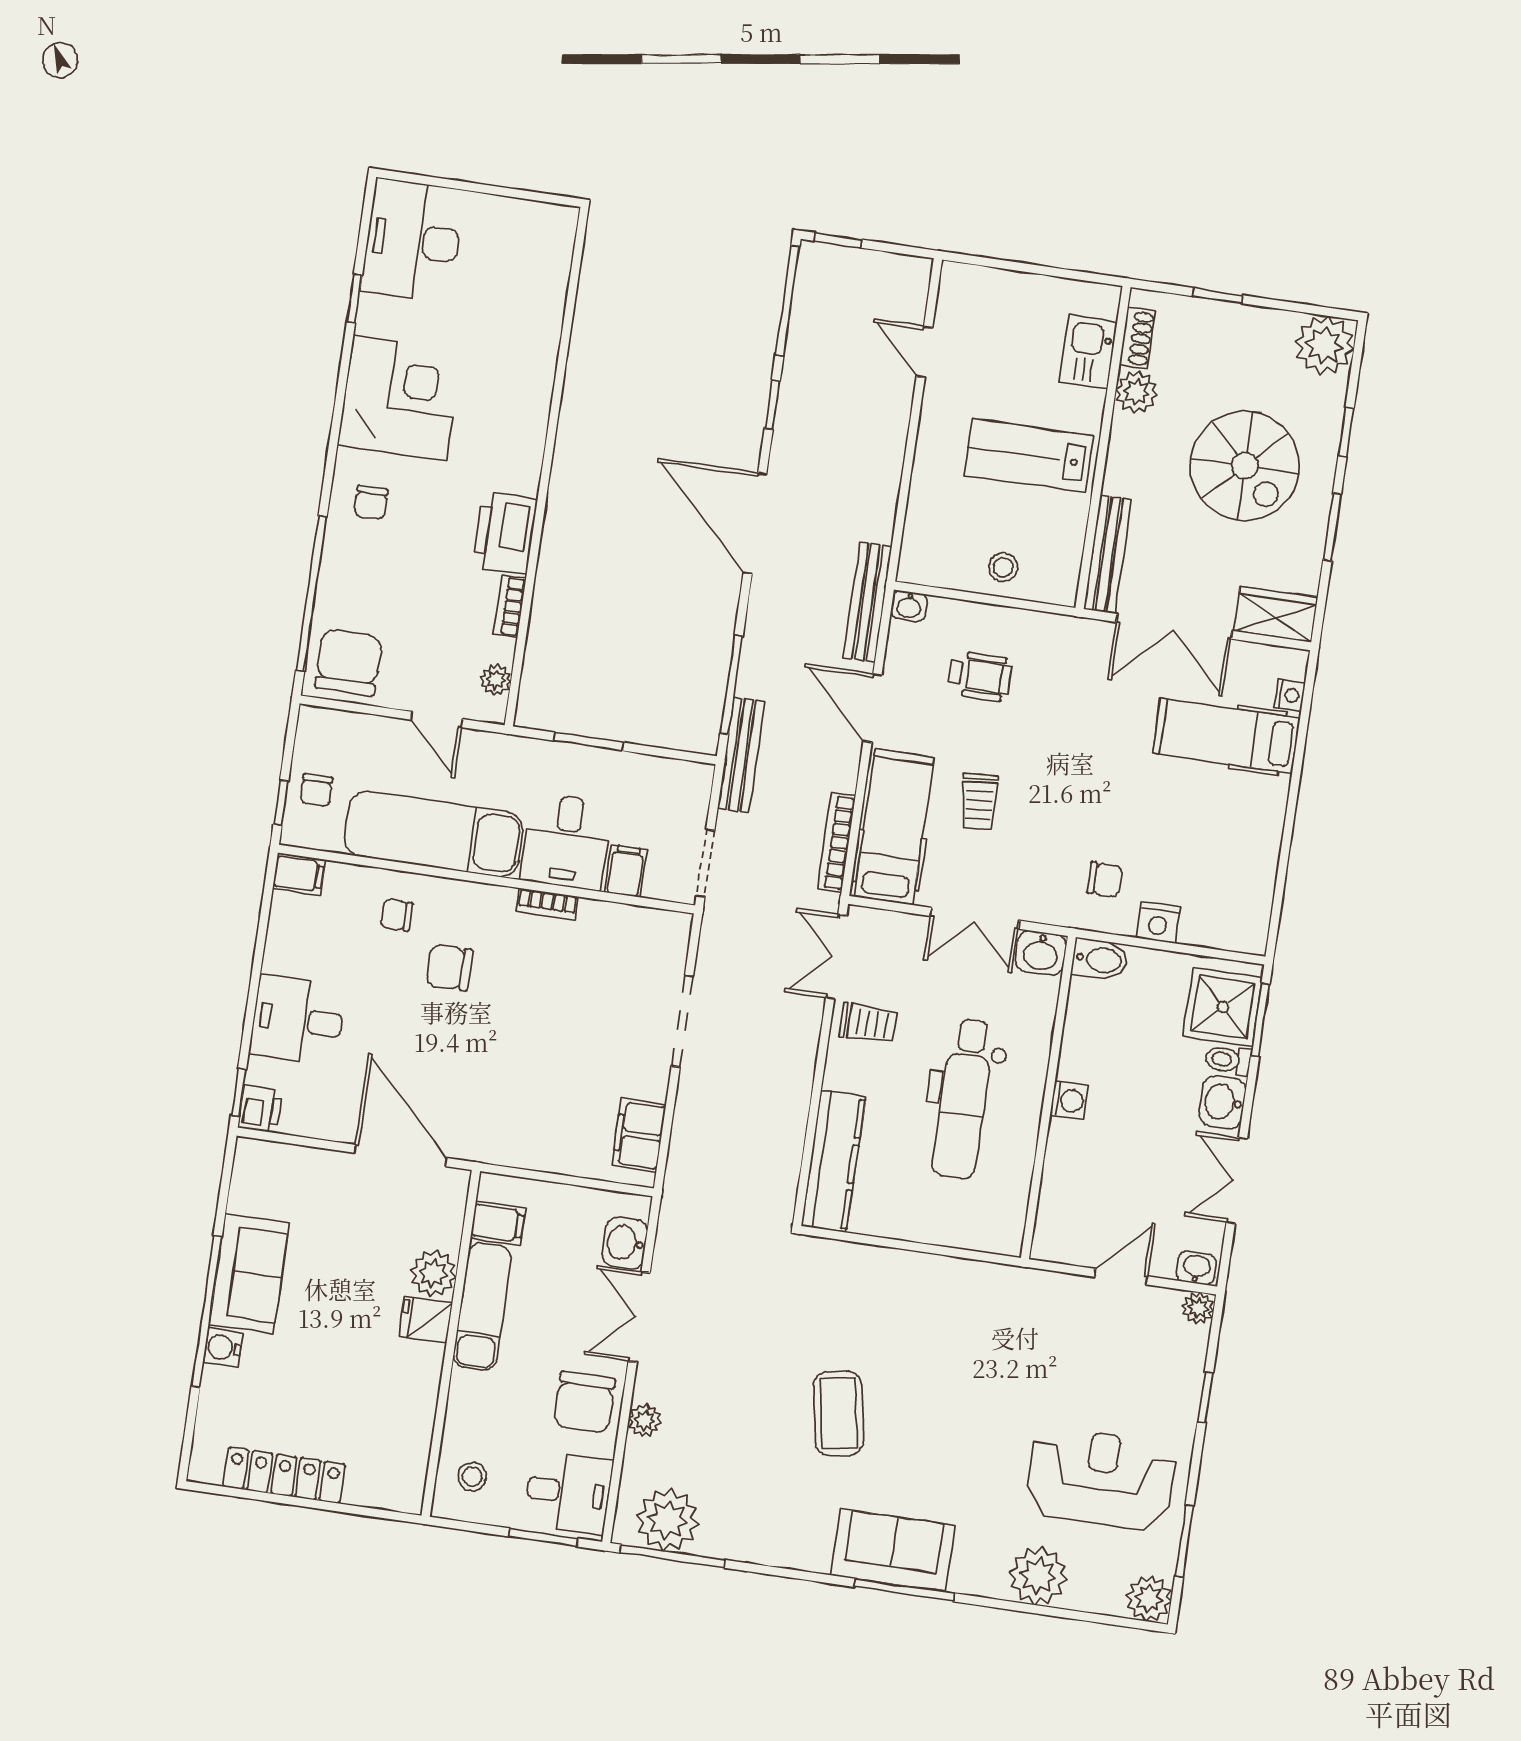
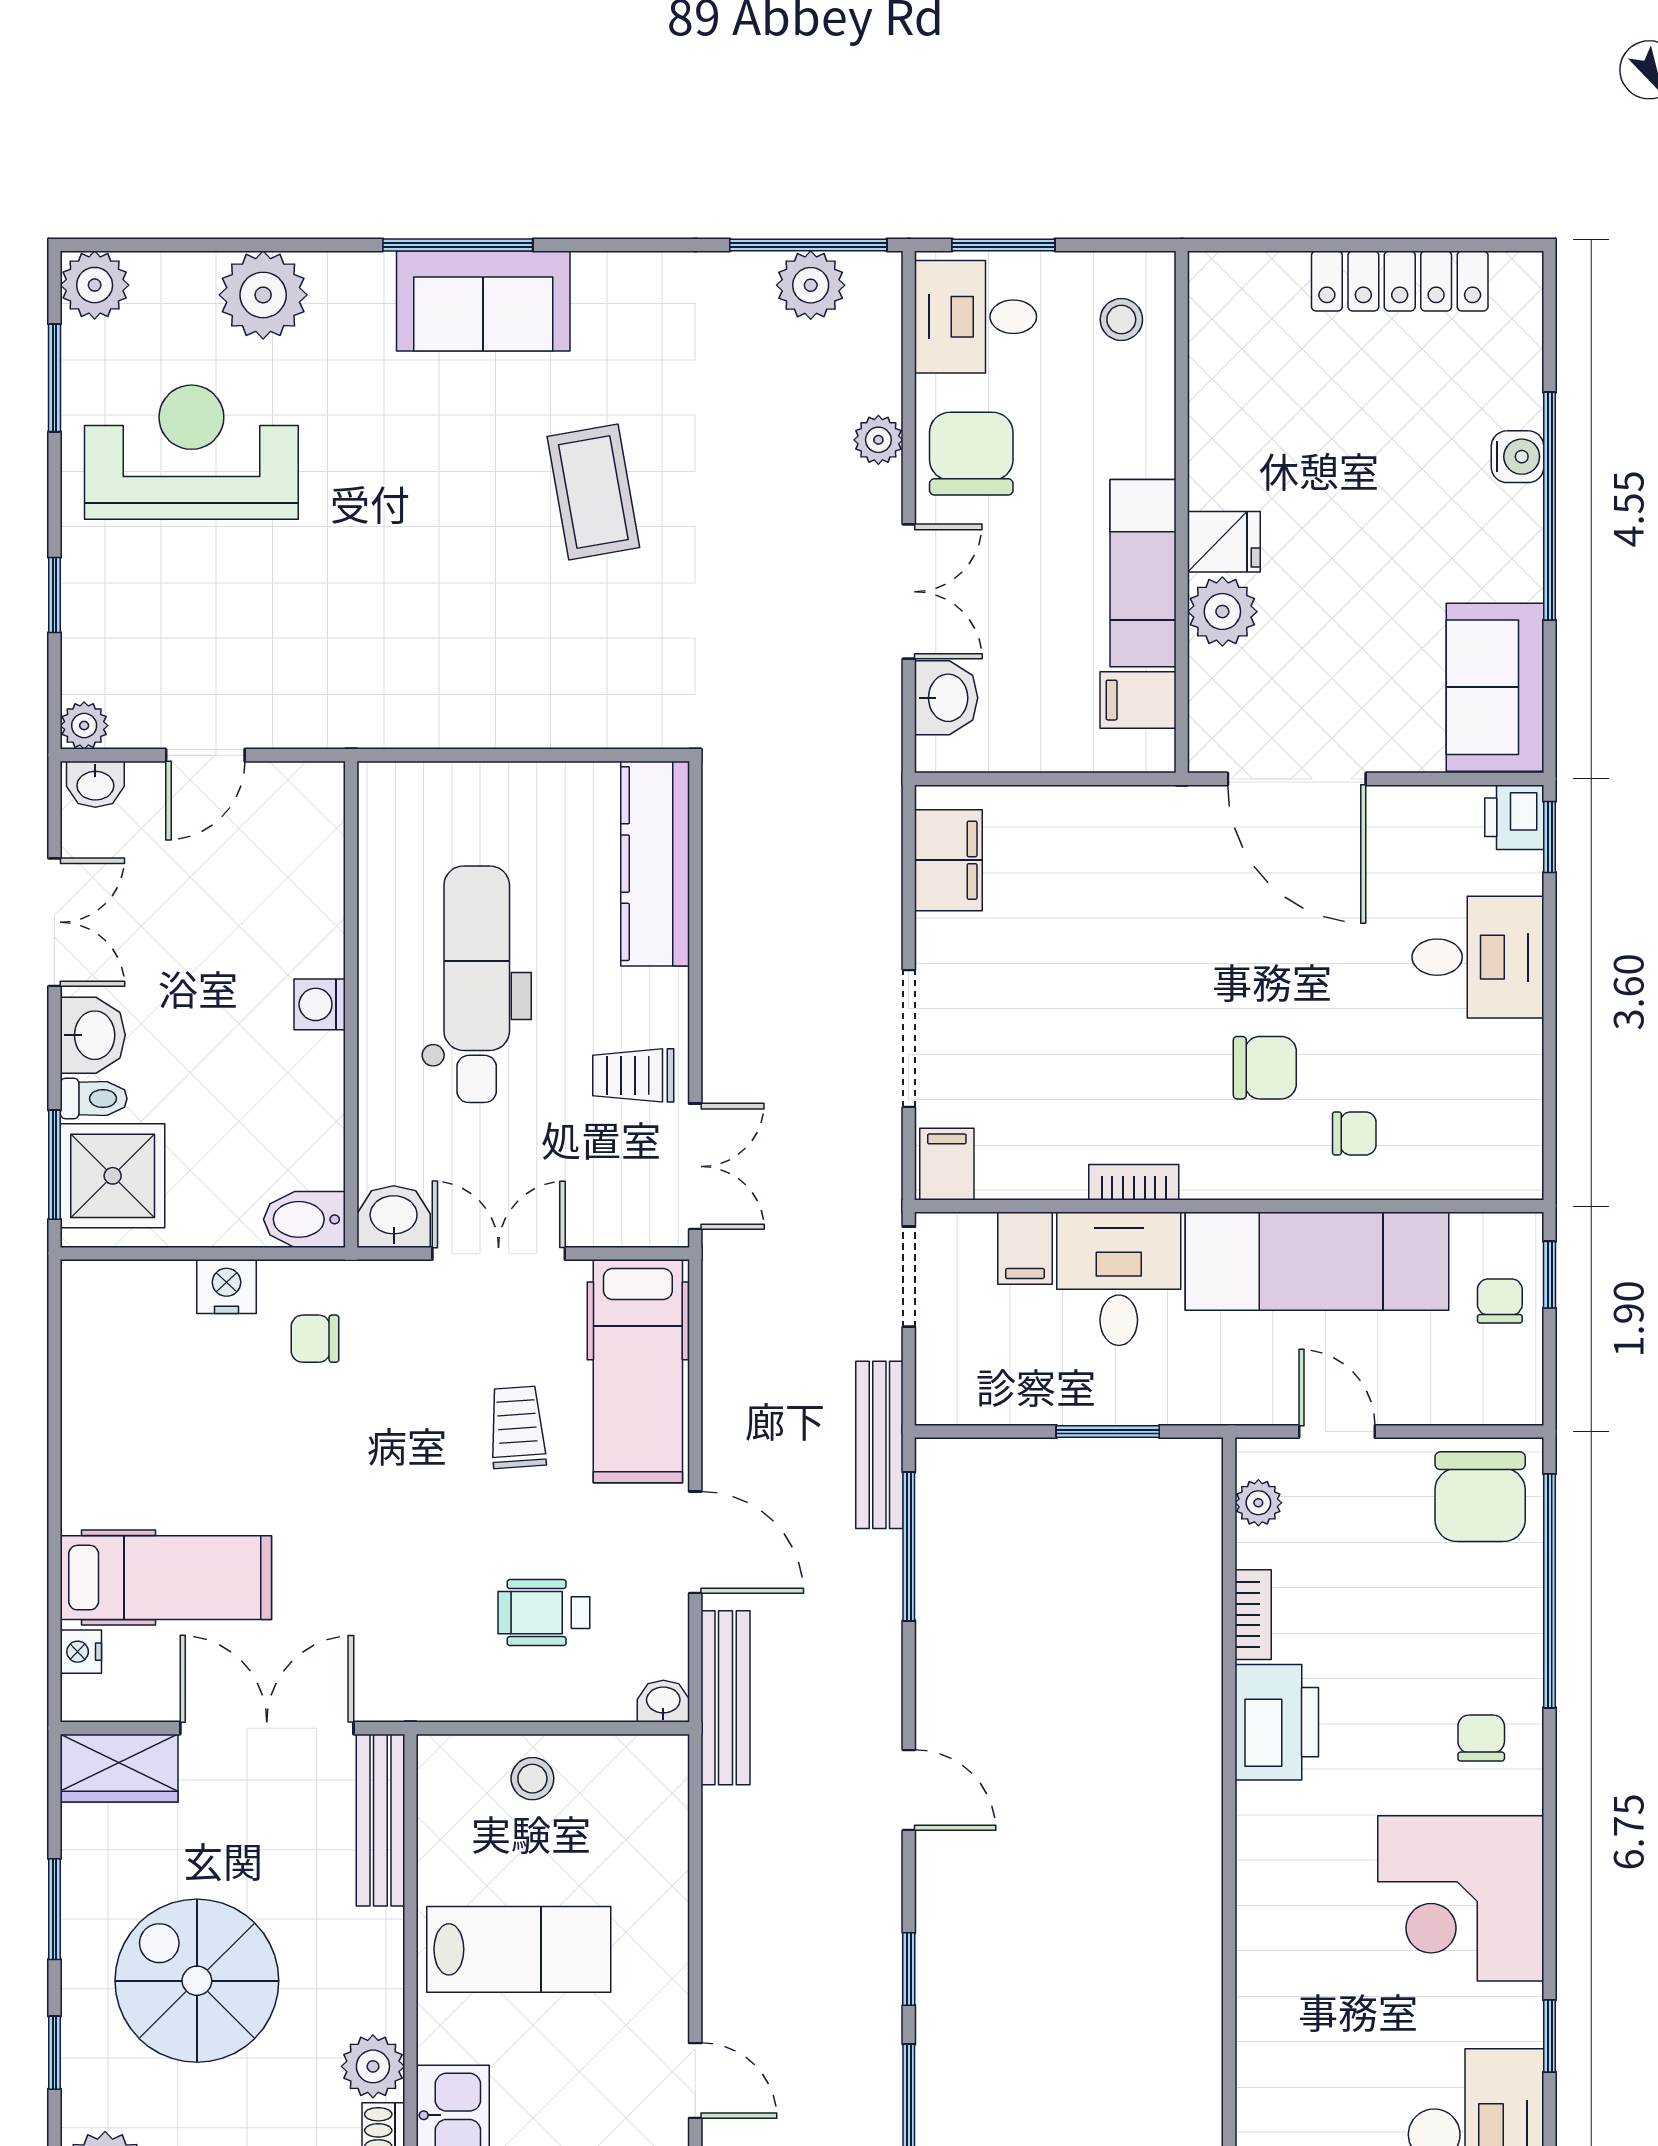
door: (755, 523) -> (909, 1790), width x0.53
bookcase: (836, 843) -> (720, 1336), removed
filing cabinet: (299, 874) -> (947, 1164), moved, turned 90
sofa: (249, 1274) -> (1495, 687), moved
reception desk: (1101, 1479) -> (191, 452), turned 180
plant: (668, 1520) -> (811, 285), width x0.73, depth x0.73

